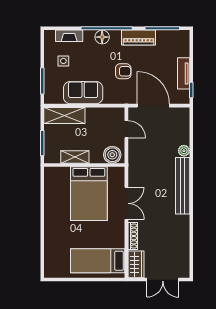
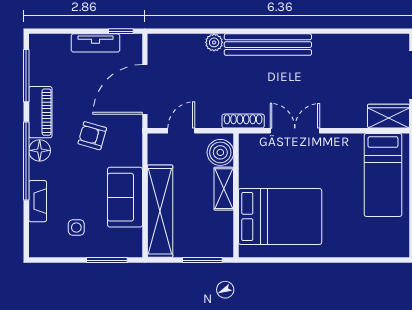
fireplace: (69, 36) -> (38, 201), moved
floor lamp: (102, 37) -> (40, 150), moved
armchair: (123, 71) -> (92, 136), turned -74
shelving: (64, 116) -> (160, 211), width x1.47
shelving: (75, 157) -> (224, 189), moved
bed: (89, 194) -> (280, 216), moved
shoe rack: (133, 236) -> (243, 121), moved

